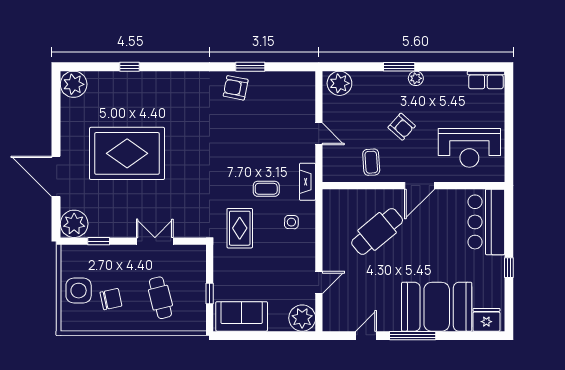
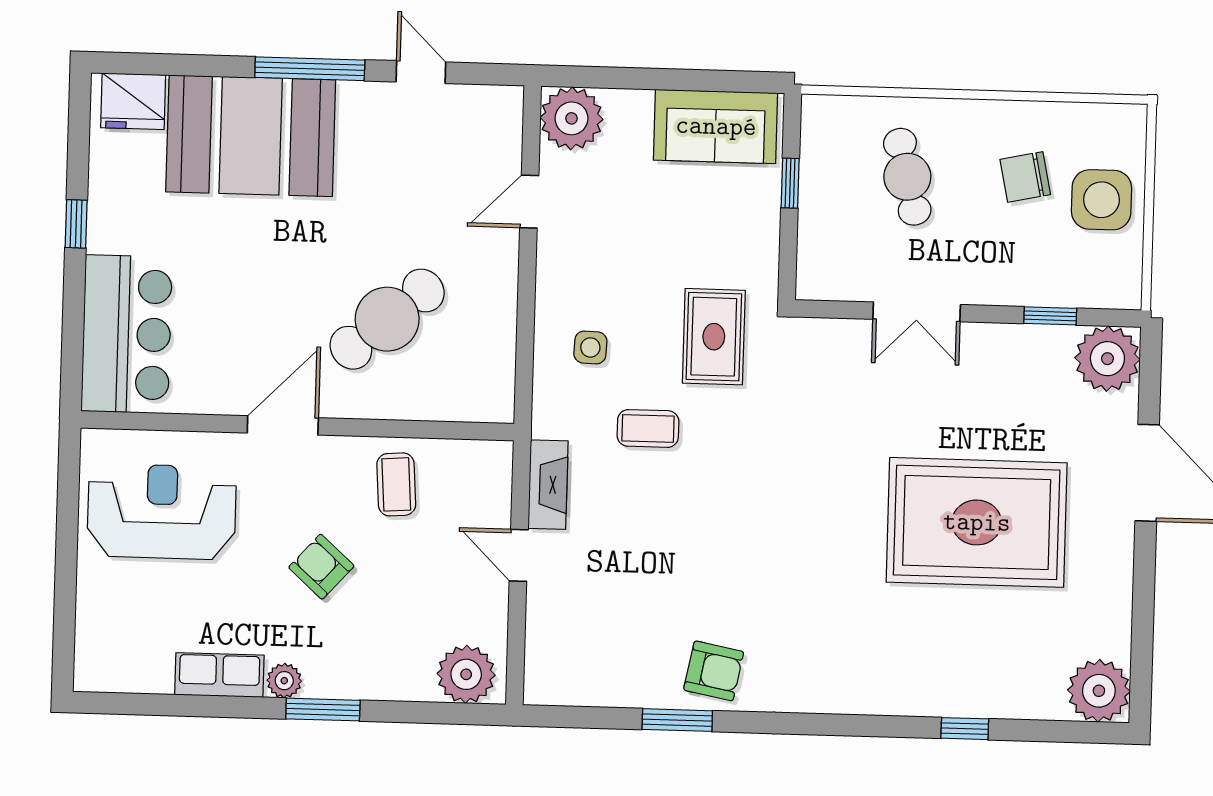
row of seats: (486, 80) -> (219, 675), moved
fireplace: (307, 182) -> (548, 485), moved
door: (366, 336) -> (421, 72), swing flipped

